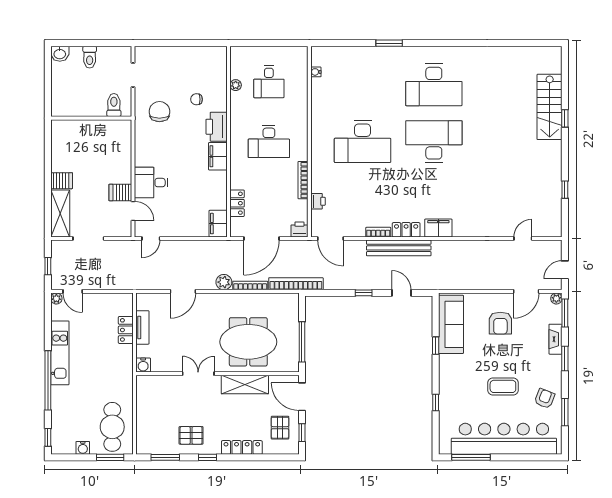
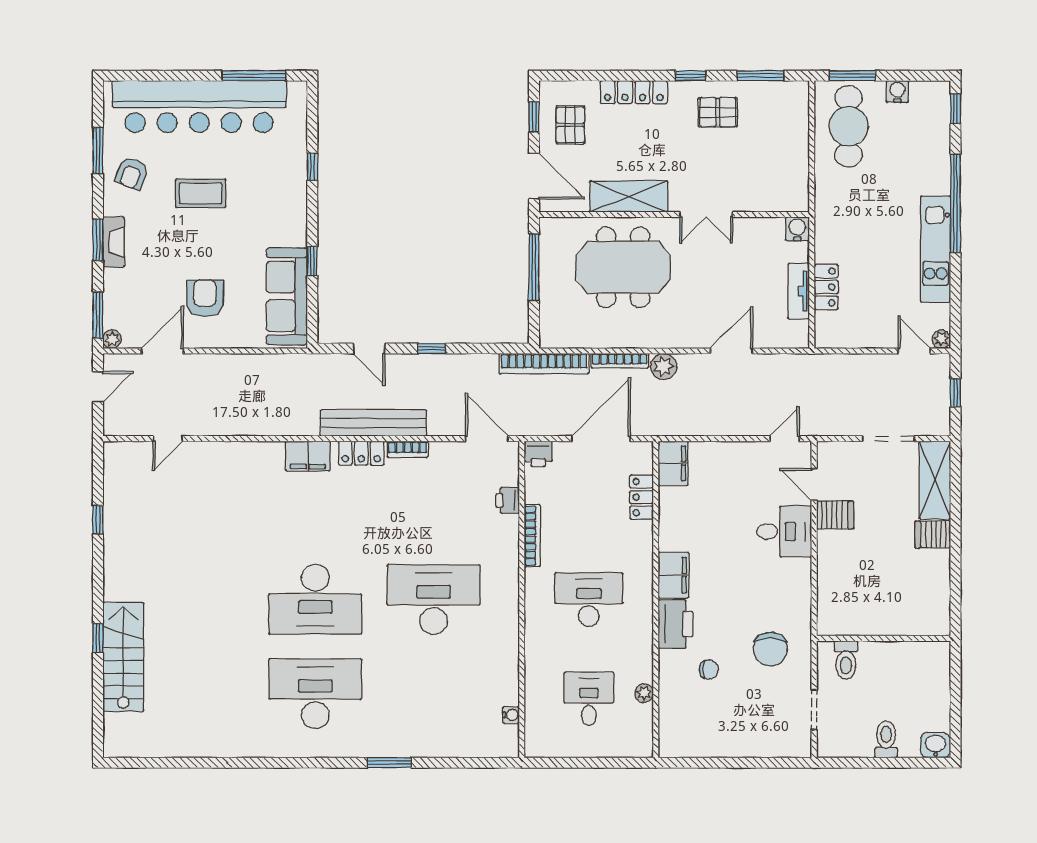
fireplace: (556, 339) -> (113, 242), moved

